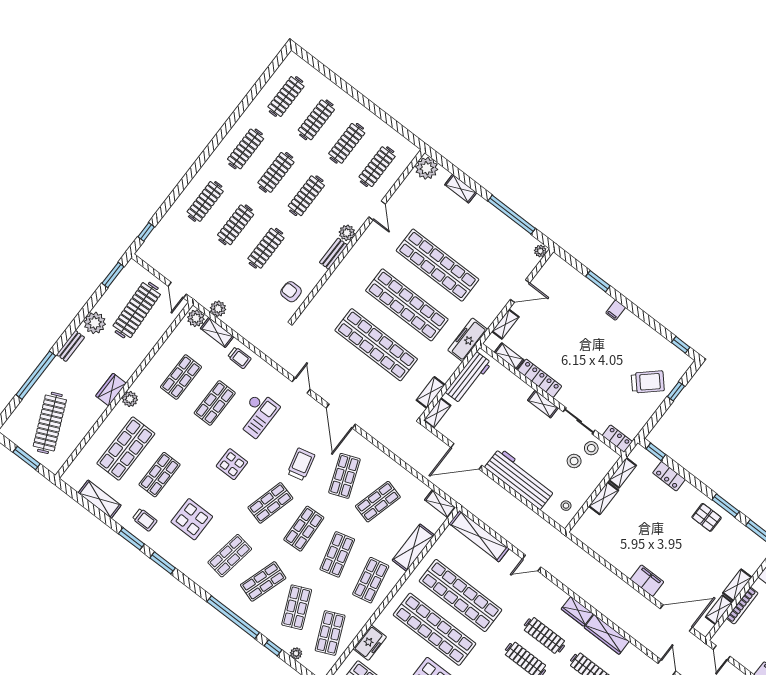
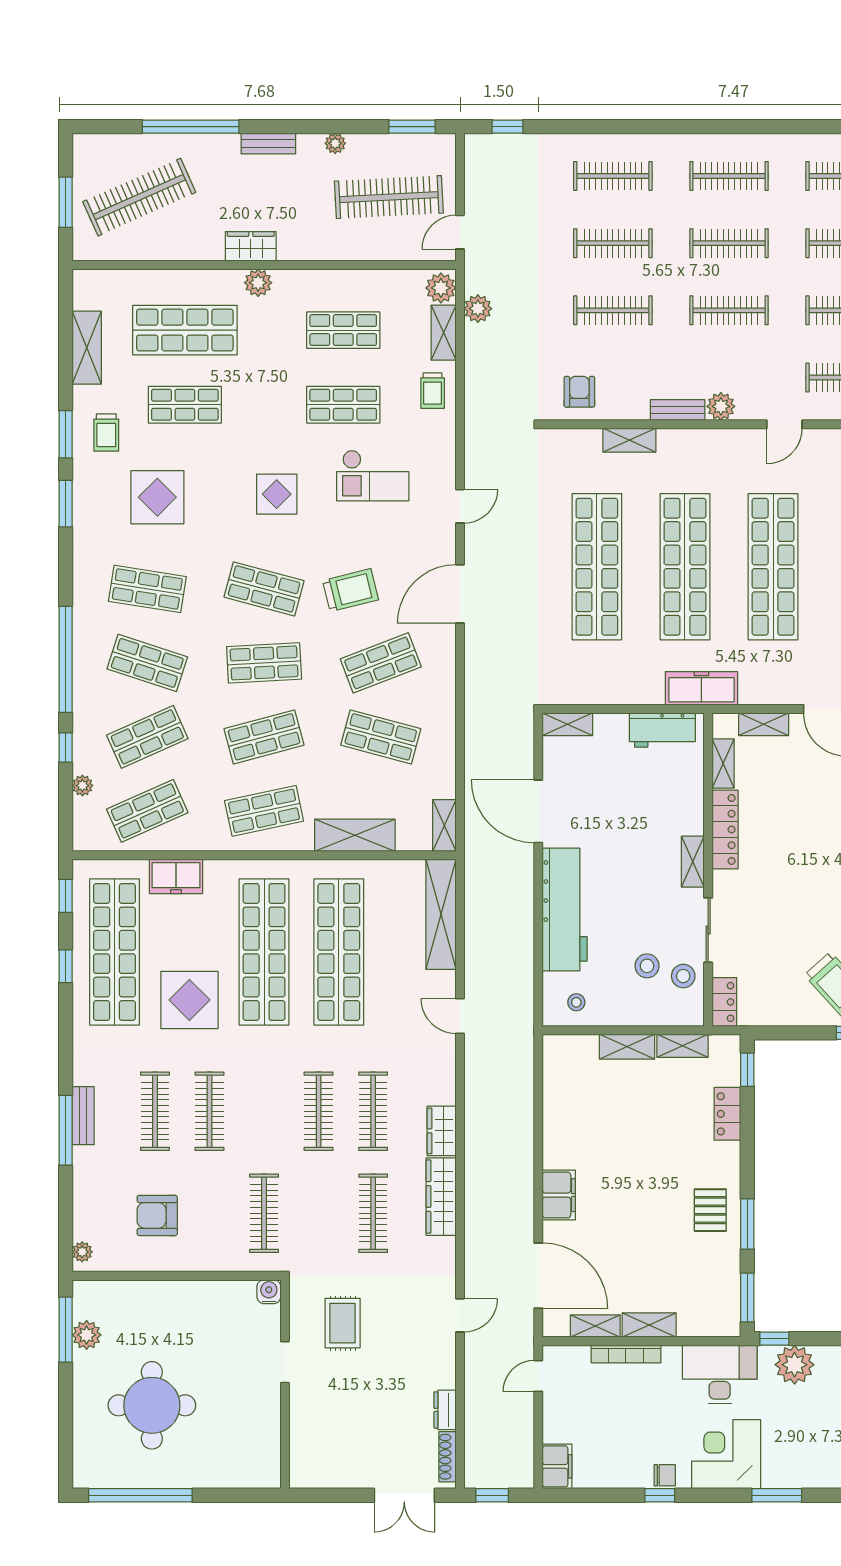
plant: (95, 323) -> (335, 143), width x0.53, depth x0.53
workbench: (468, 378) -> (662, 730), width x0.73
shelving: (431, 392) -> (629, 440), moved

